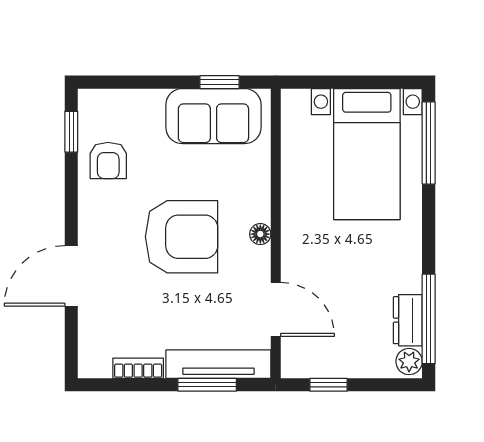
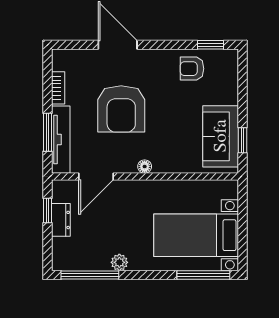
armchair: (182, 237) -> (121, 109), moved
dresser: (408, 320) -> (61, 220), moved, turned 90
plant: (409, 362) -> (119, 262), moved

